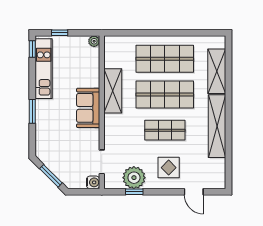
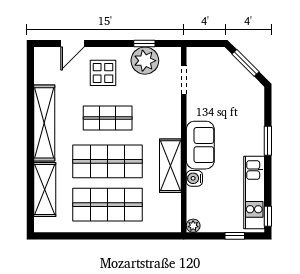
water cooler: (93, 182) -> (194, 178), moved
door: (194, 192) -> (73, 43), swing flipped

